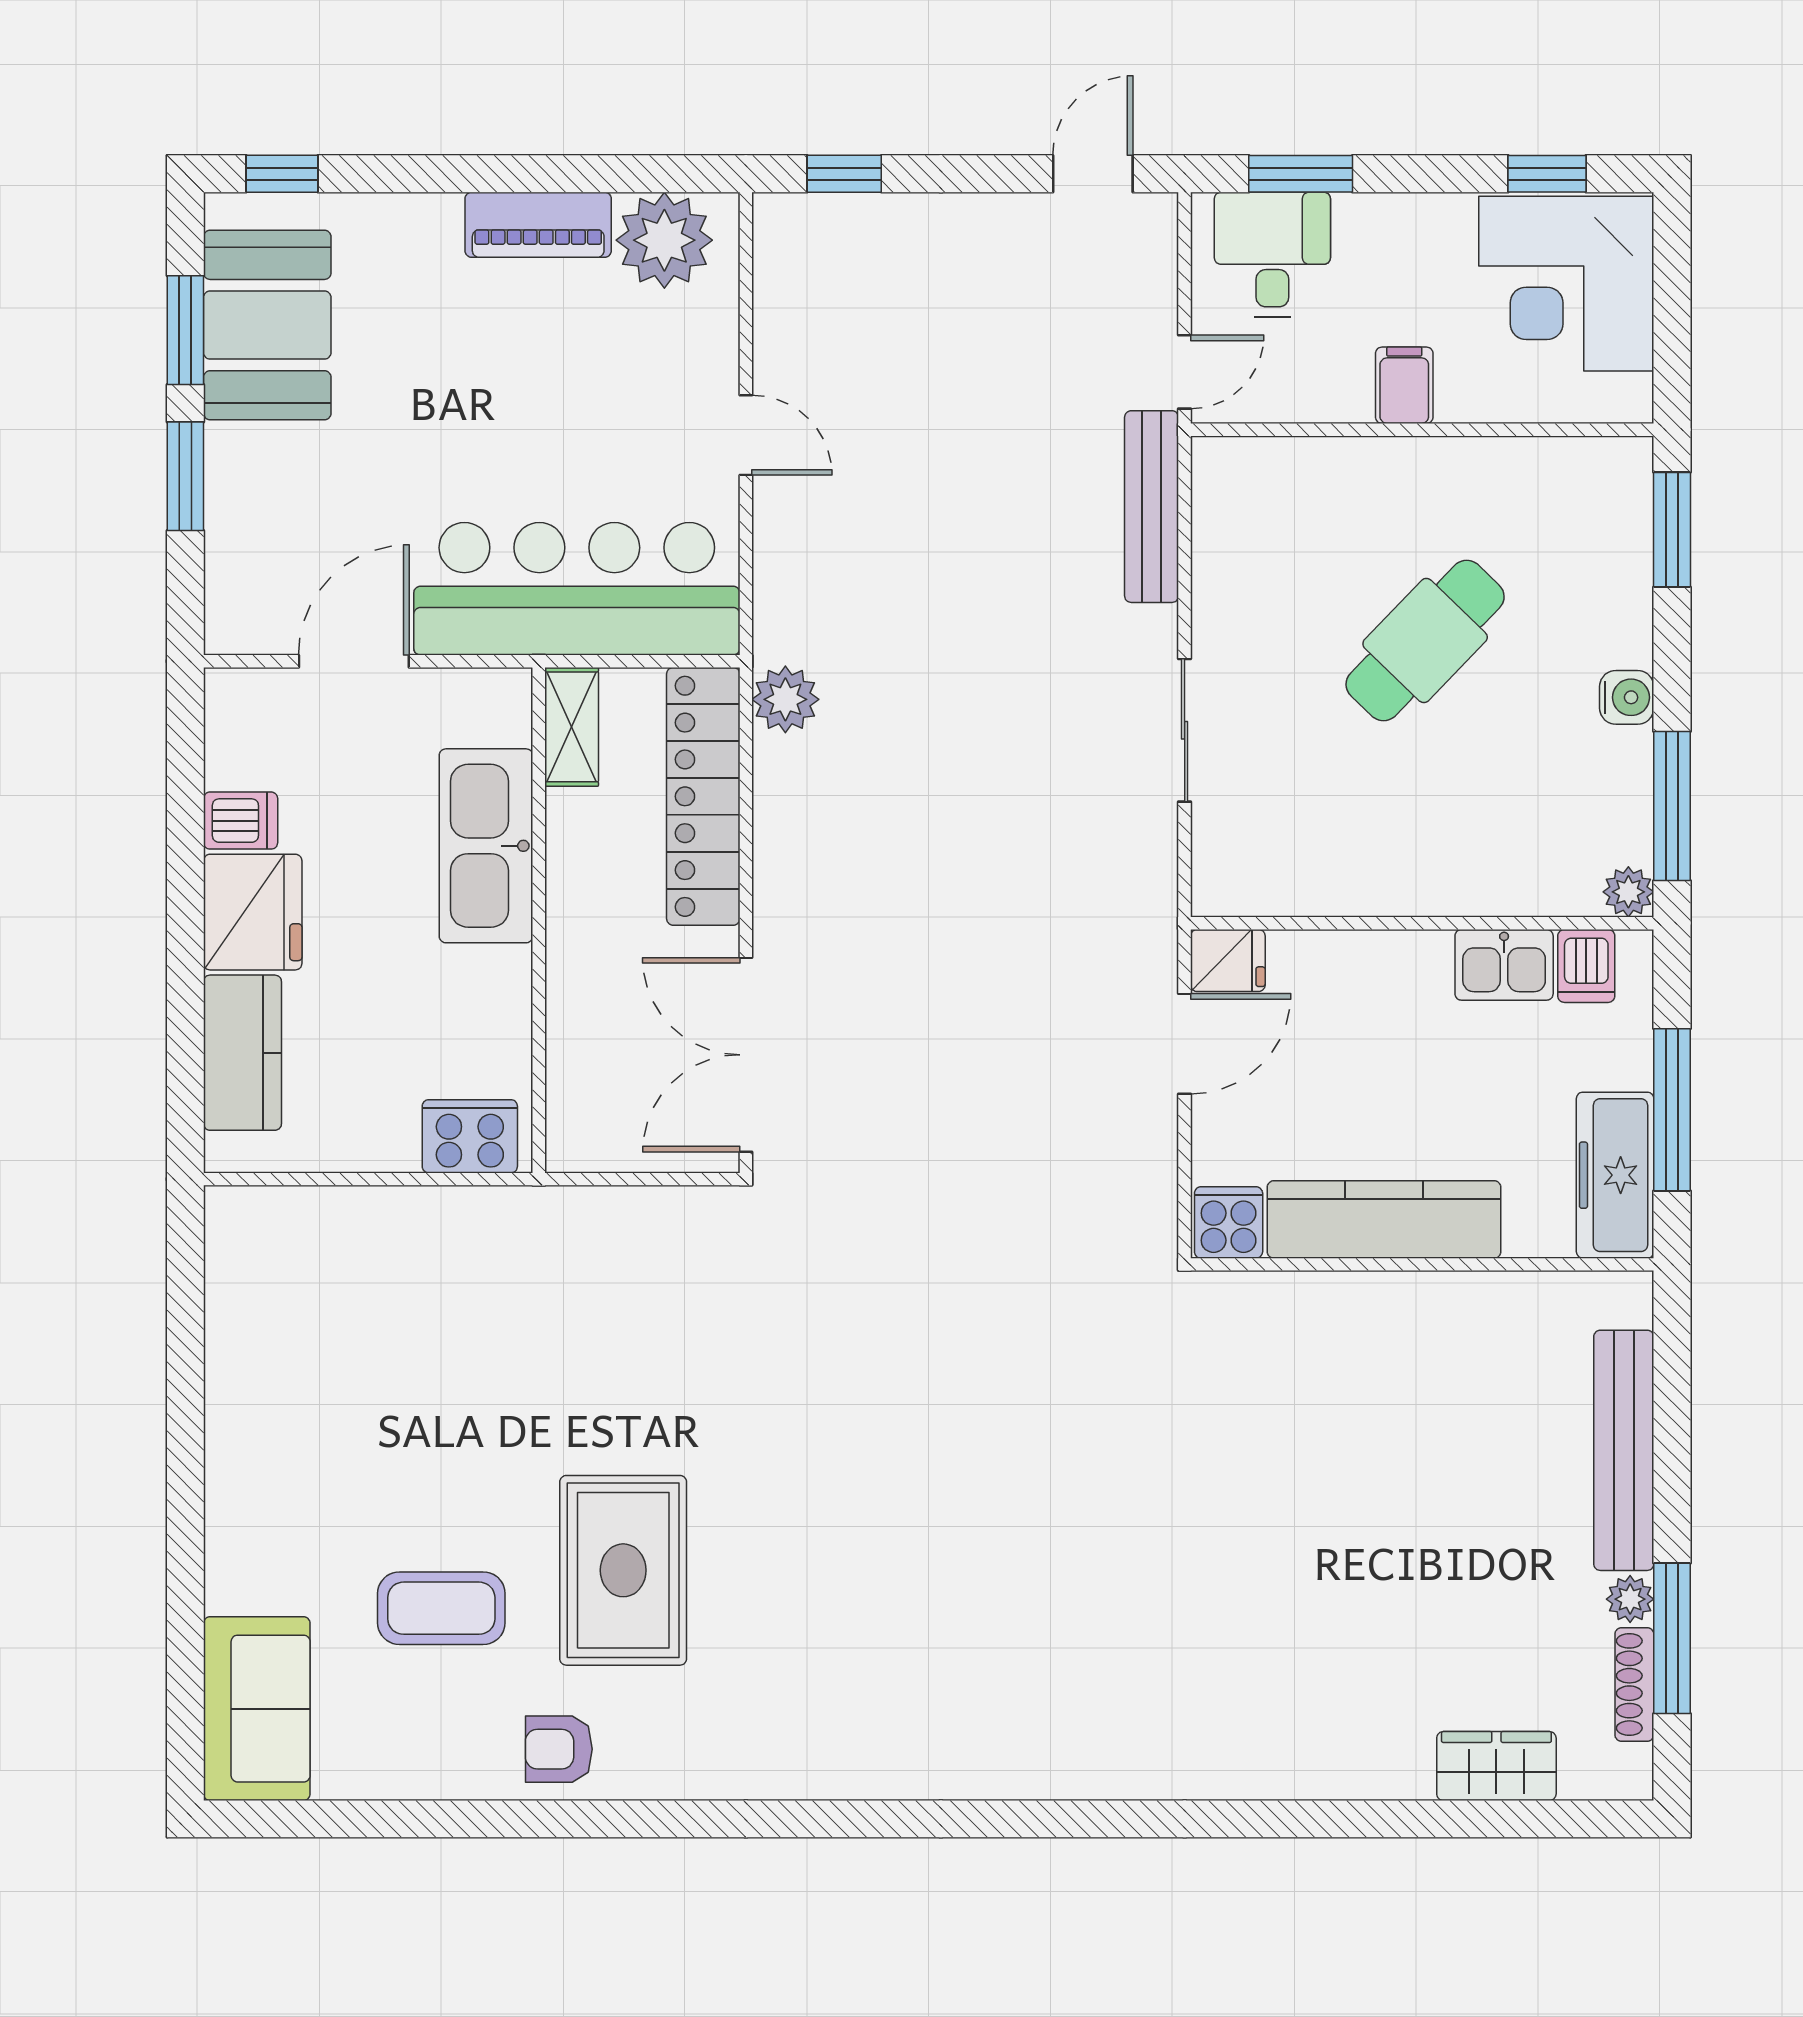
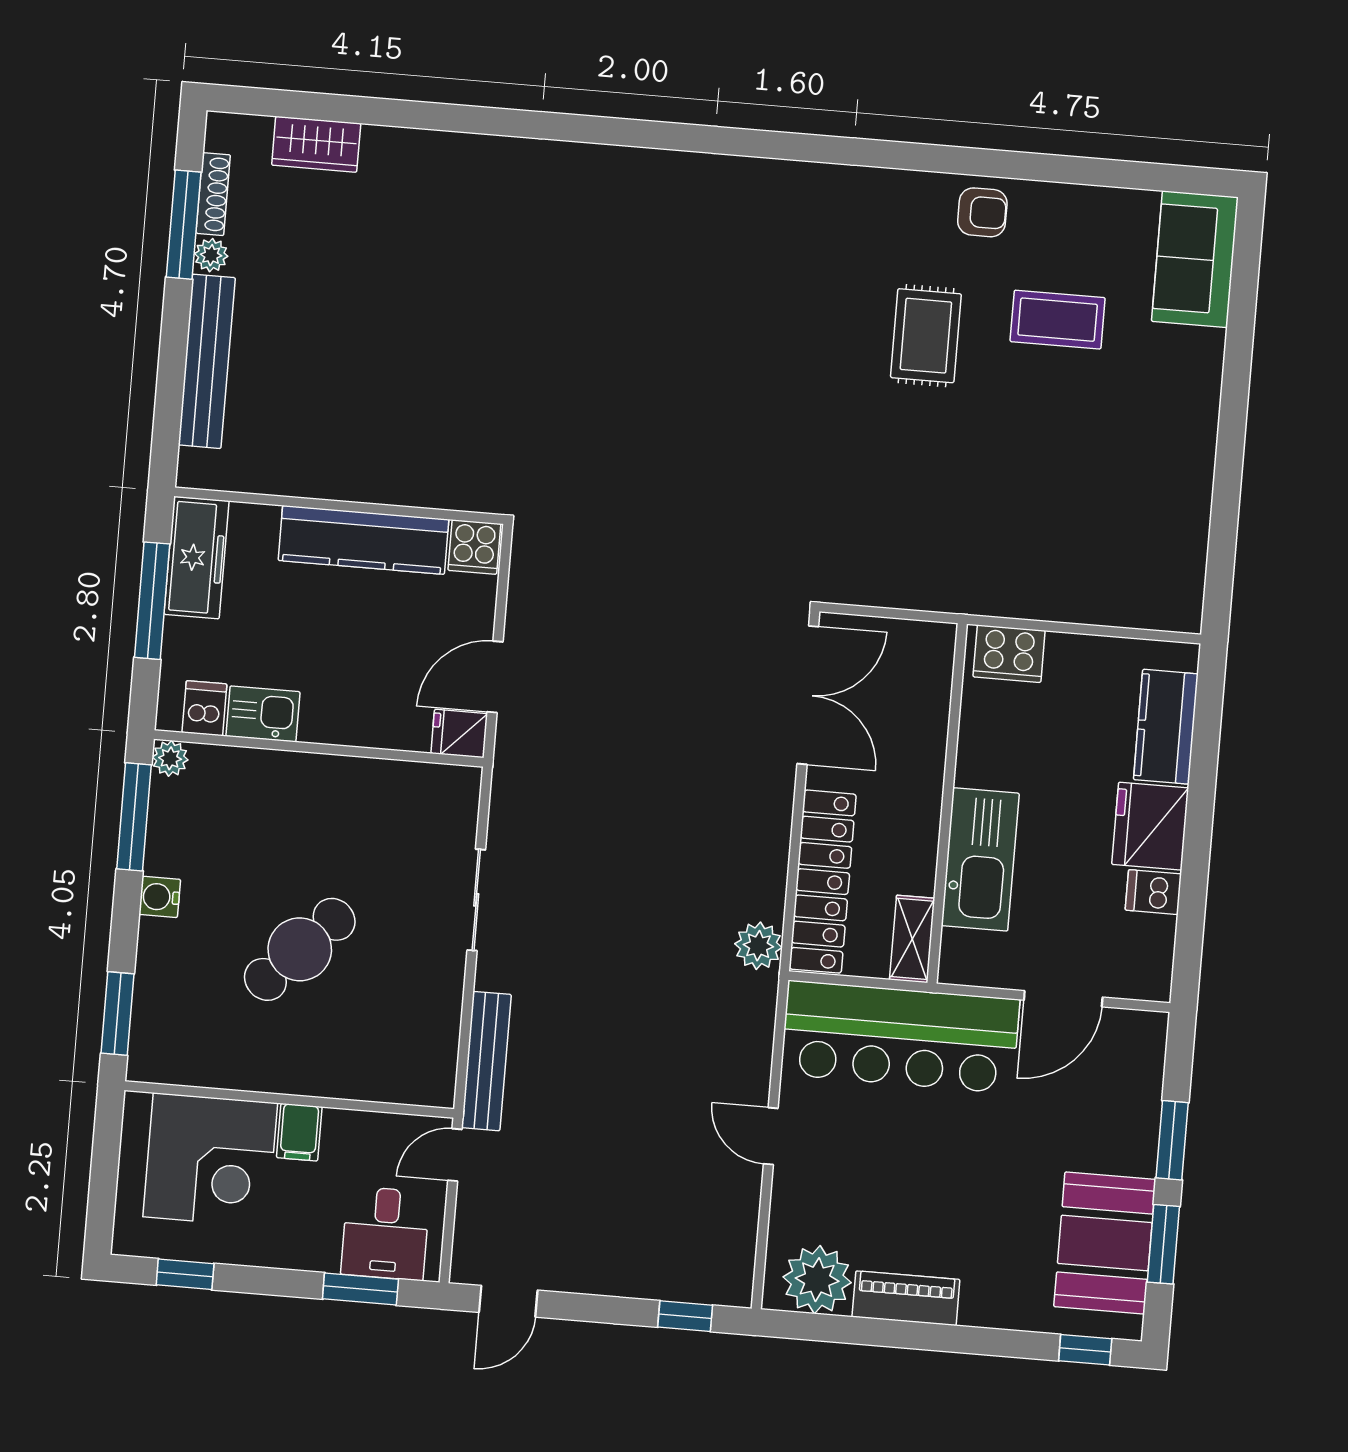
corner desk: (1566, 284) -> (210, 1160), moved, turned 90
rug: (623, 1570) -> (926, 336), width x0.73, depth x0.70

